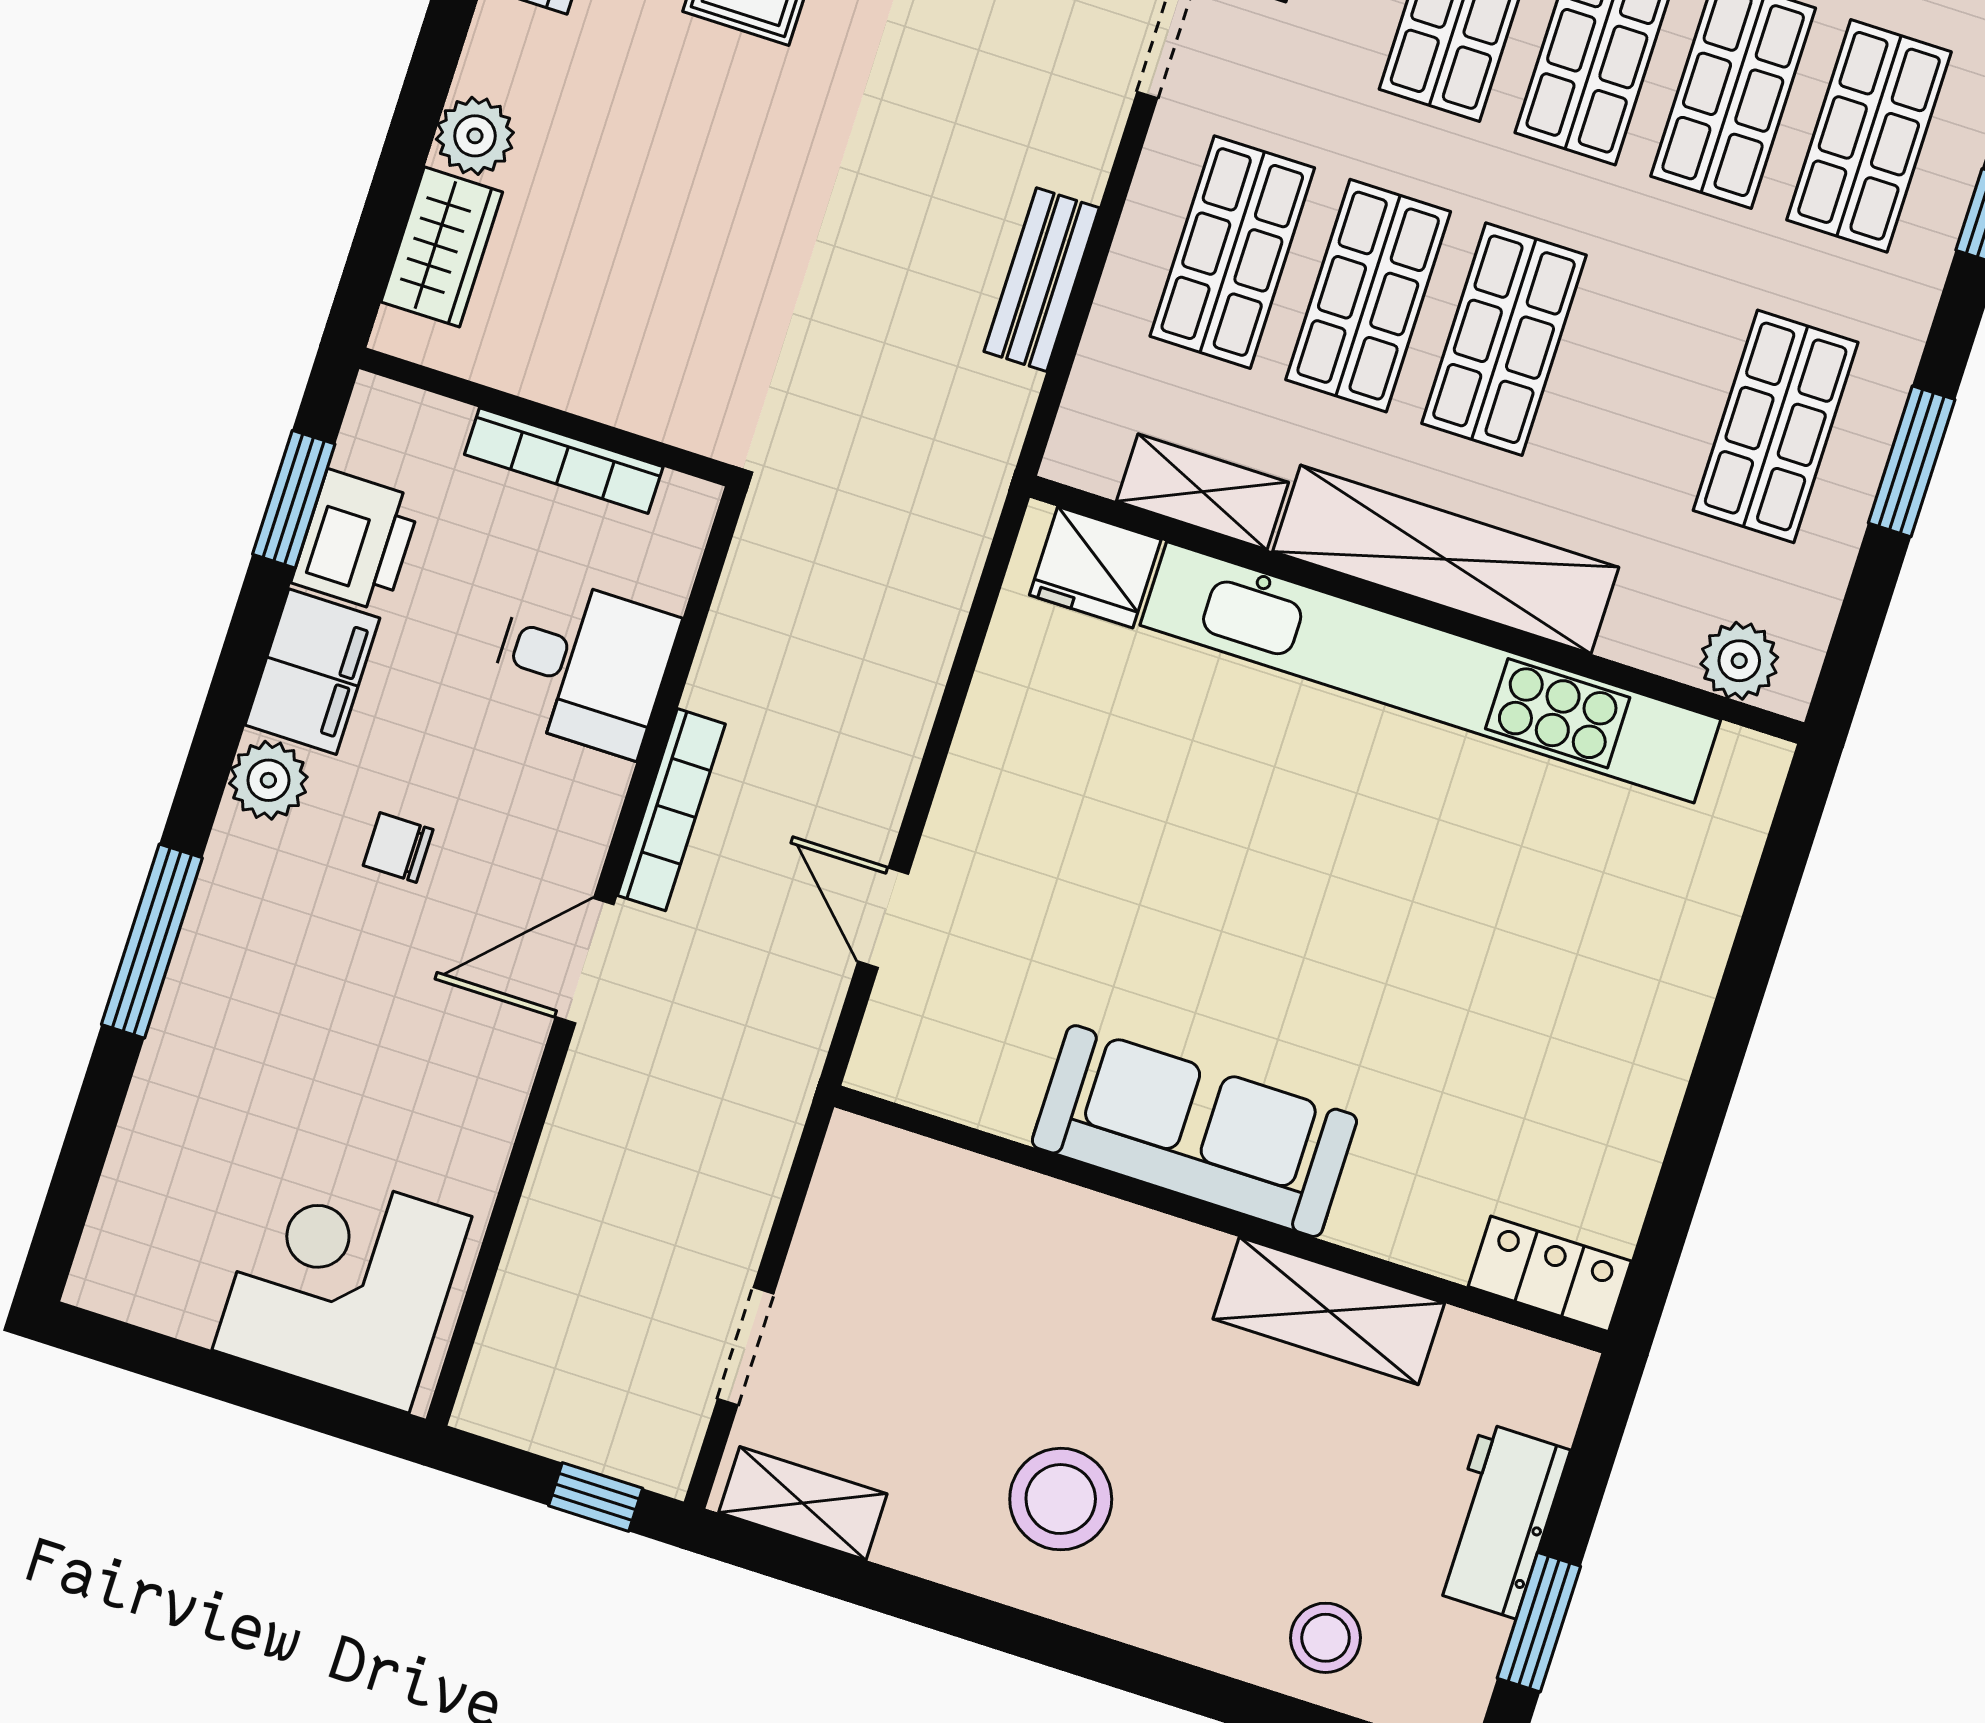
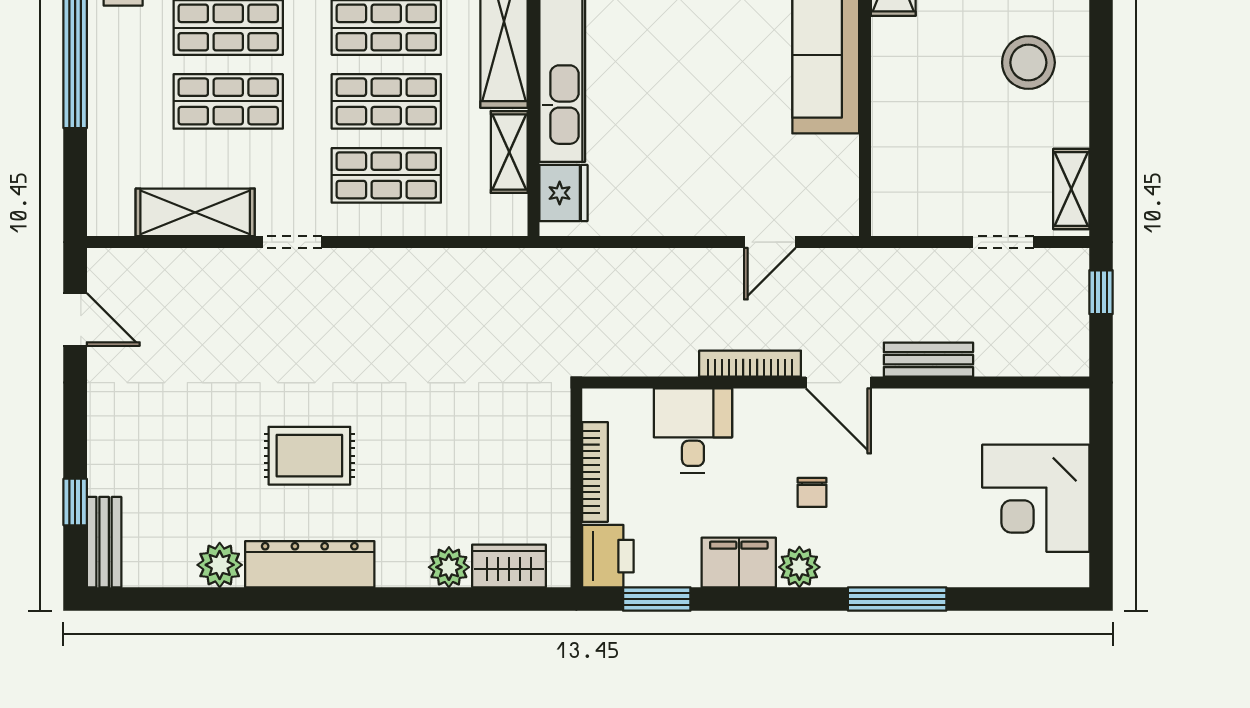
bench: (1042, 280) -> (928, 360), moved
printer: (356, 541) -> (608, 556), moved, turned 90
corner desk: (342, 1283) -> (1036, 498), moved

